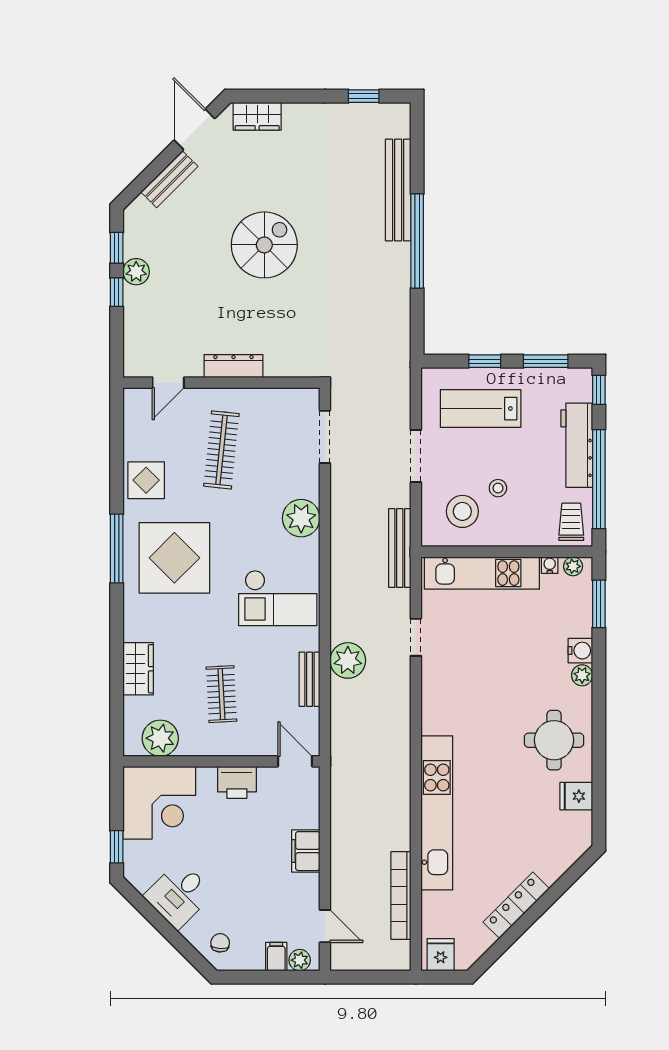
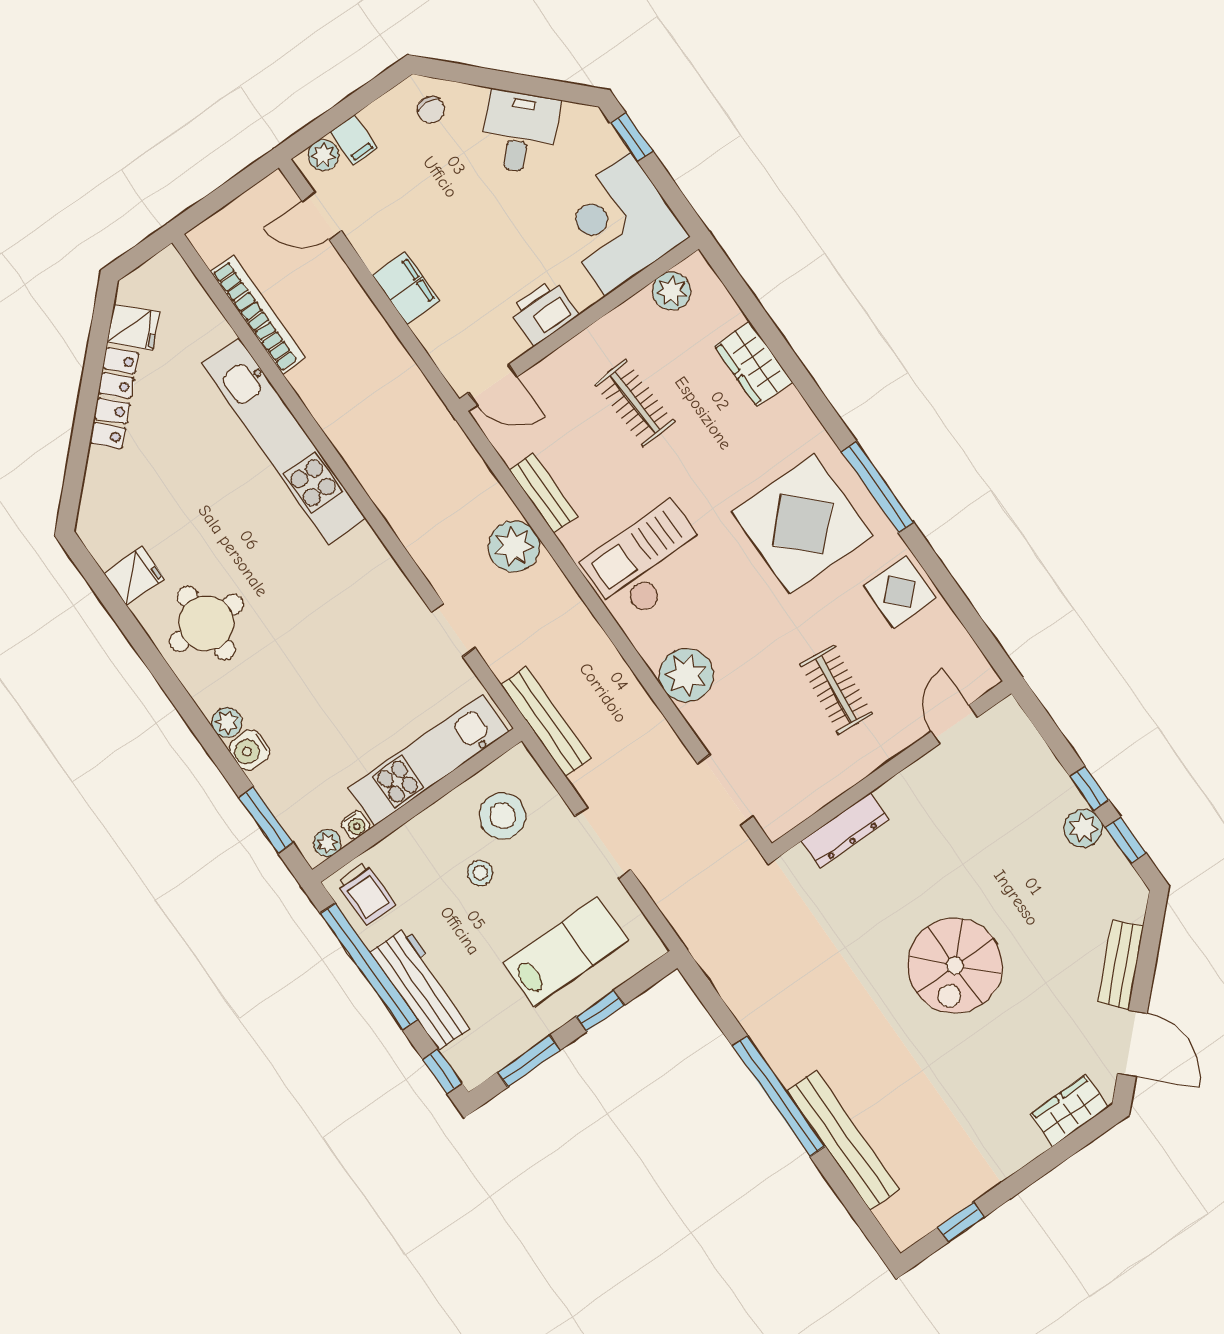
dresser: (233, 366) -> (845, 830), moved
clothes rail: (221, 450) -> (836, 690), width x0.73
plant: (160, 738) -> (672, 291), width x0.73, depth x0.73
fridge: (441, 955) -> (133, 327), moved, turned -45

